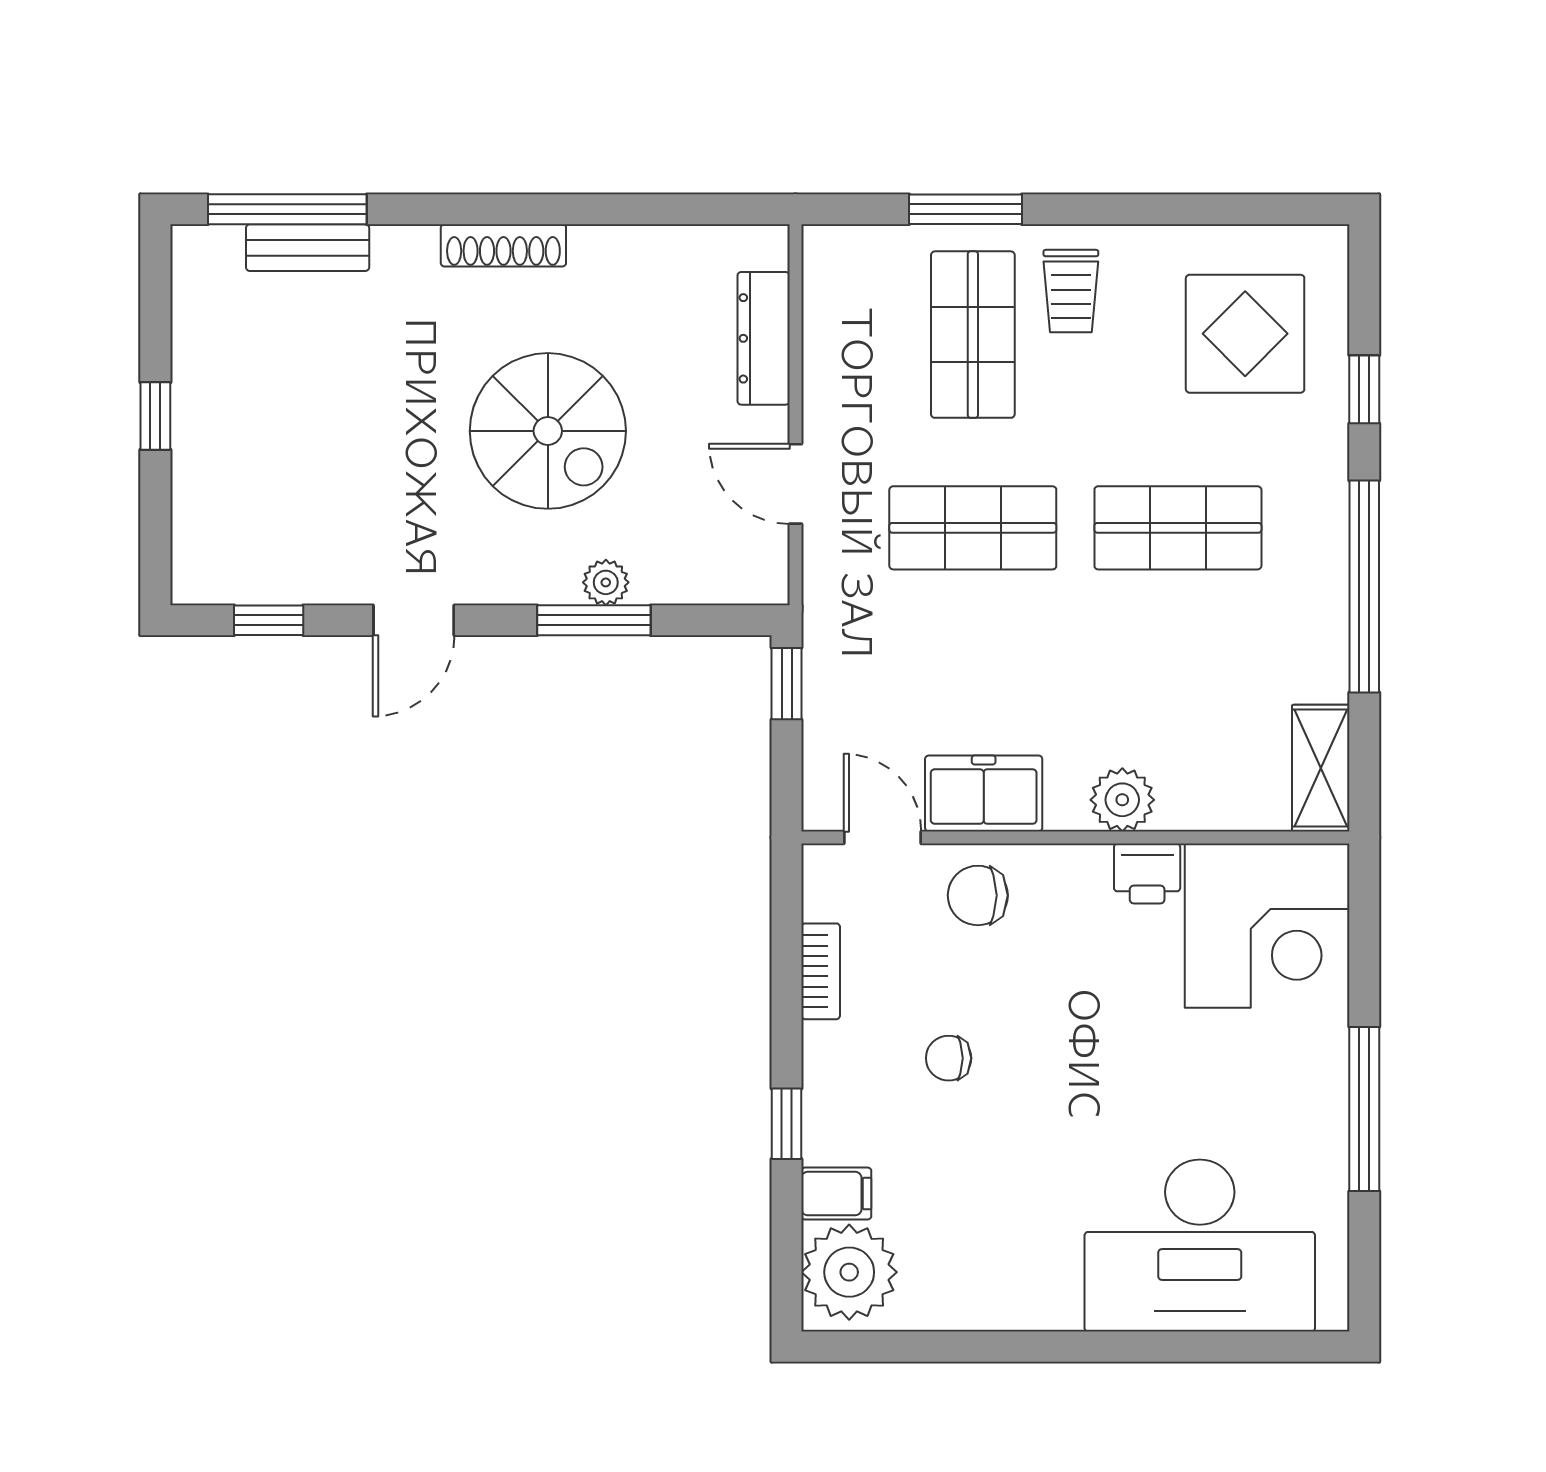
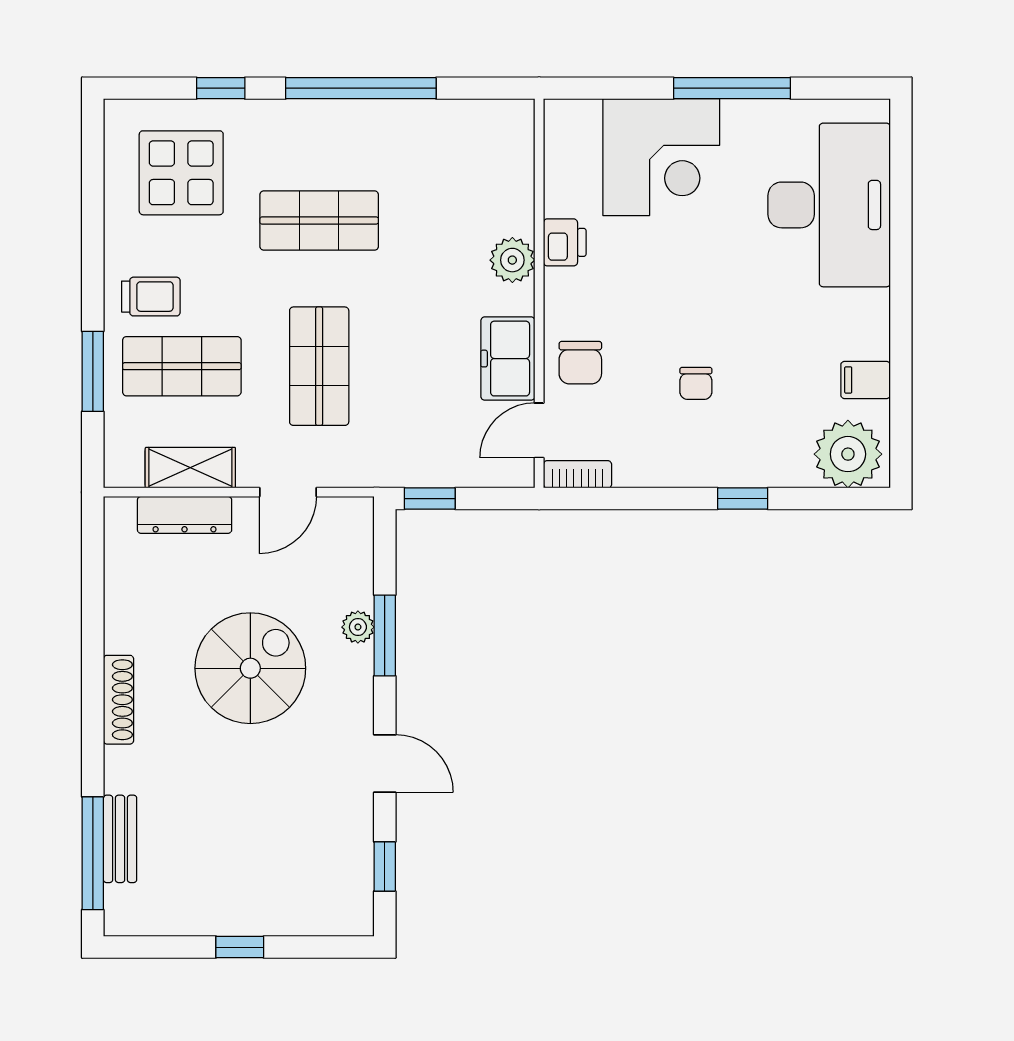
shop shelf: (1178, 528) -> (319, 221), turned 90
shelving: (1321, 768) -> (190, 468), moved
corner desk: (1267, 926) -> (661, 157), moved, turned 90
bookcase: (821, 971) -> (577, 474), moved
filing cabinet: (836, 1194) -> (866, 380), moved, turned -90

